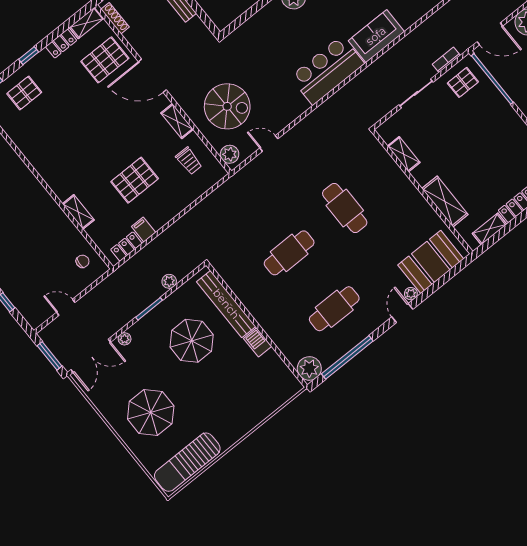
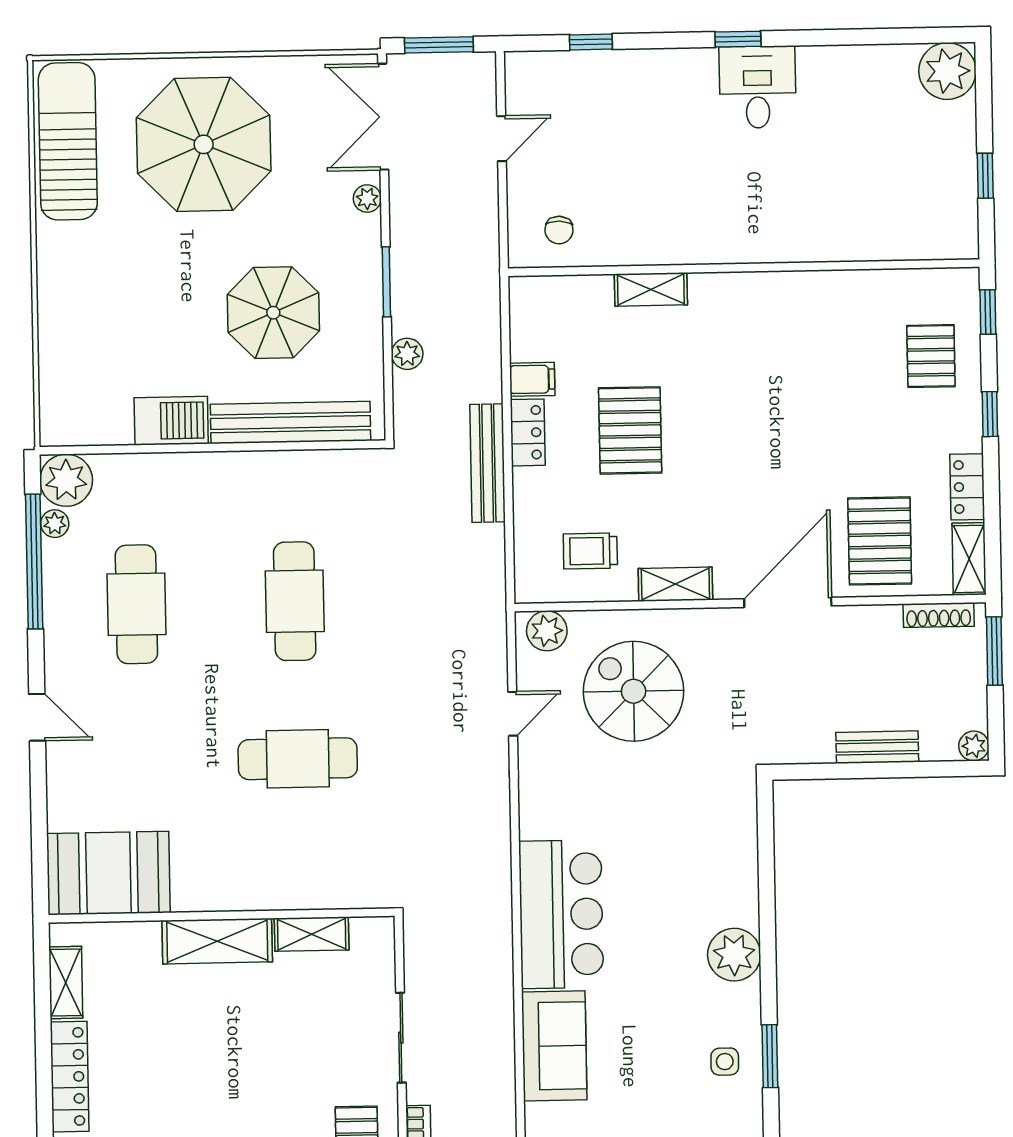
spiral stairs: (227, 106) -> (634, 691), turned 90
shelving: (445, 202) -> (217, 941), moved
bench: (186, 222) -> (488, 463), added
locker: (126, 246) -> (528, 432), moved
booth: (431, 262) -> (108, 873), moved, turned 90
plant: (411, 294) -> (55, 524), moved
barbecue: (258, 342) -> (171, 421), width x1.38, depth x1.27
parasol: (151, 413) -> (204, 144), width x1.36, depth x1.36

